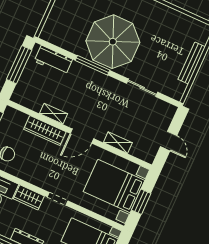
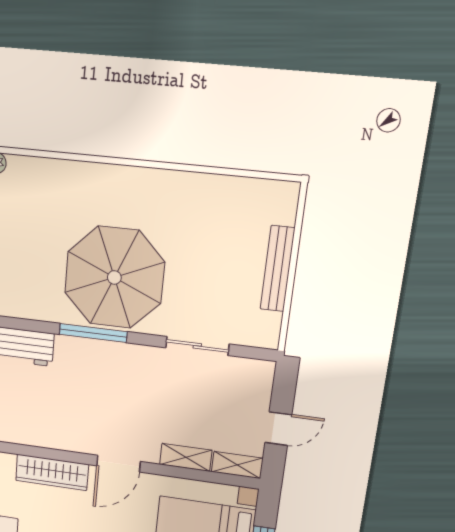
shelving: (53, 114) -> (237, 465), moved
door: (169, 141) -> (278, 429), hinge flipped

